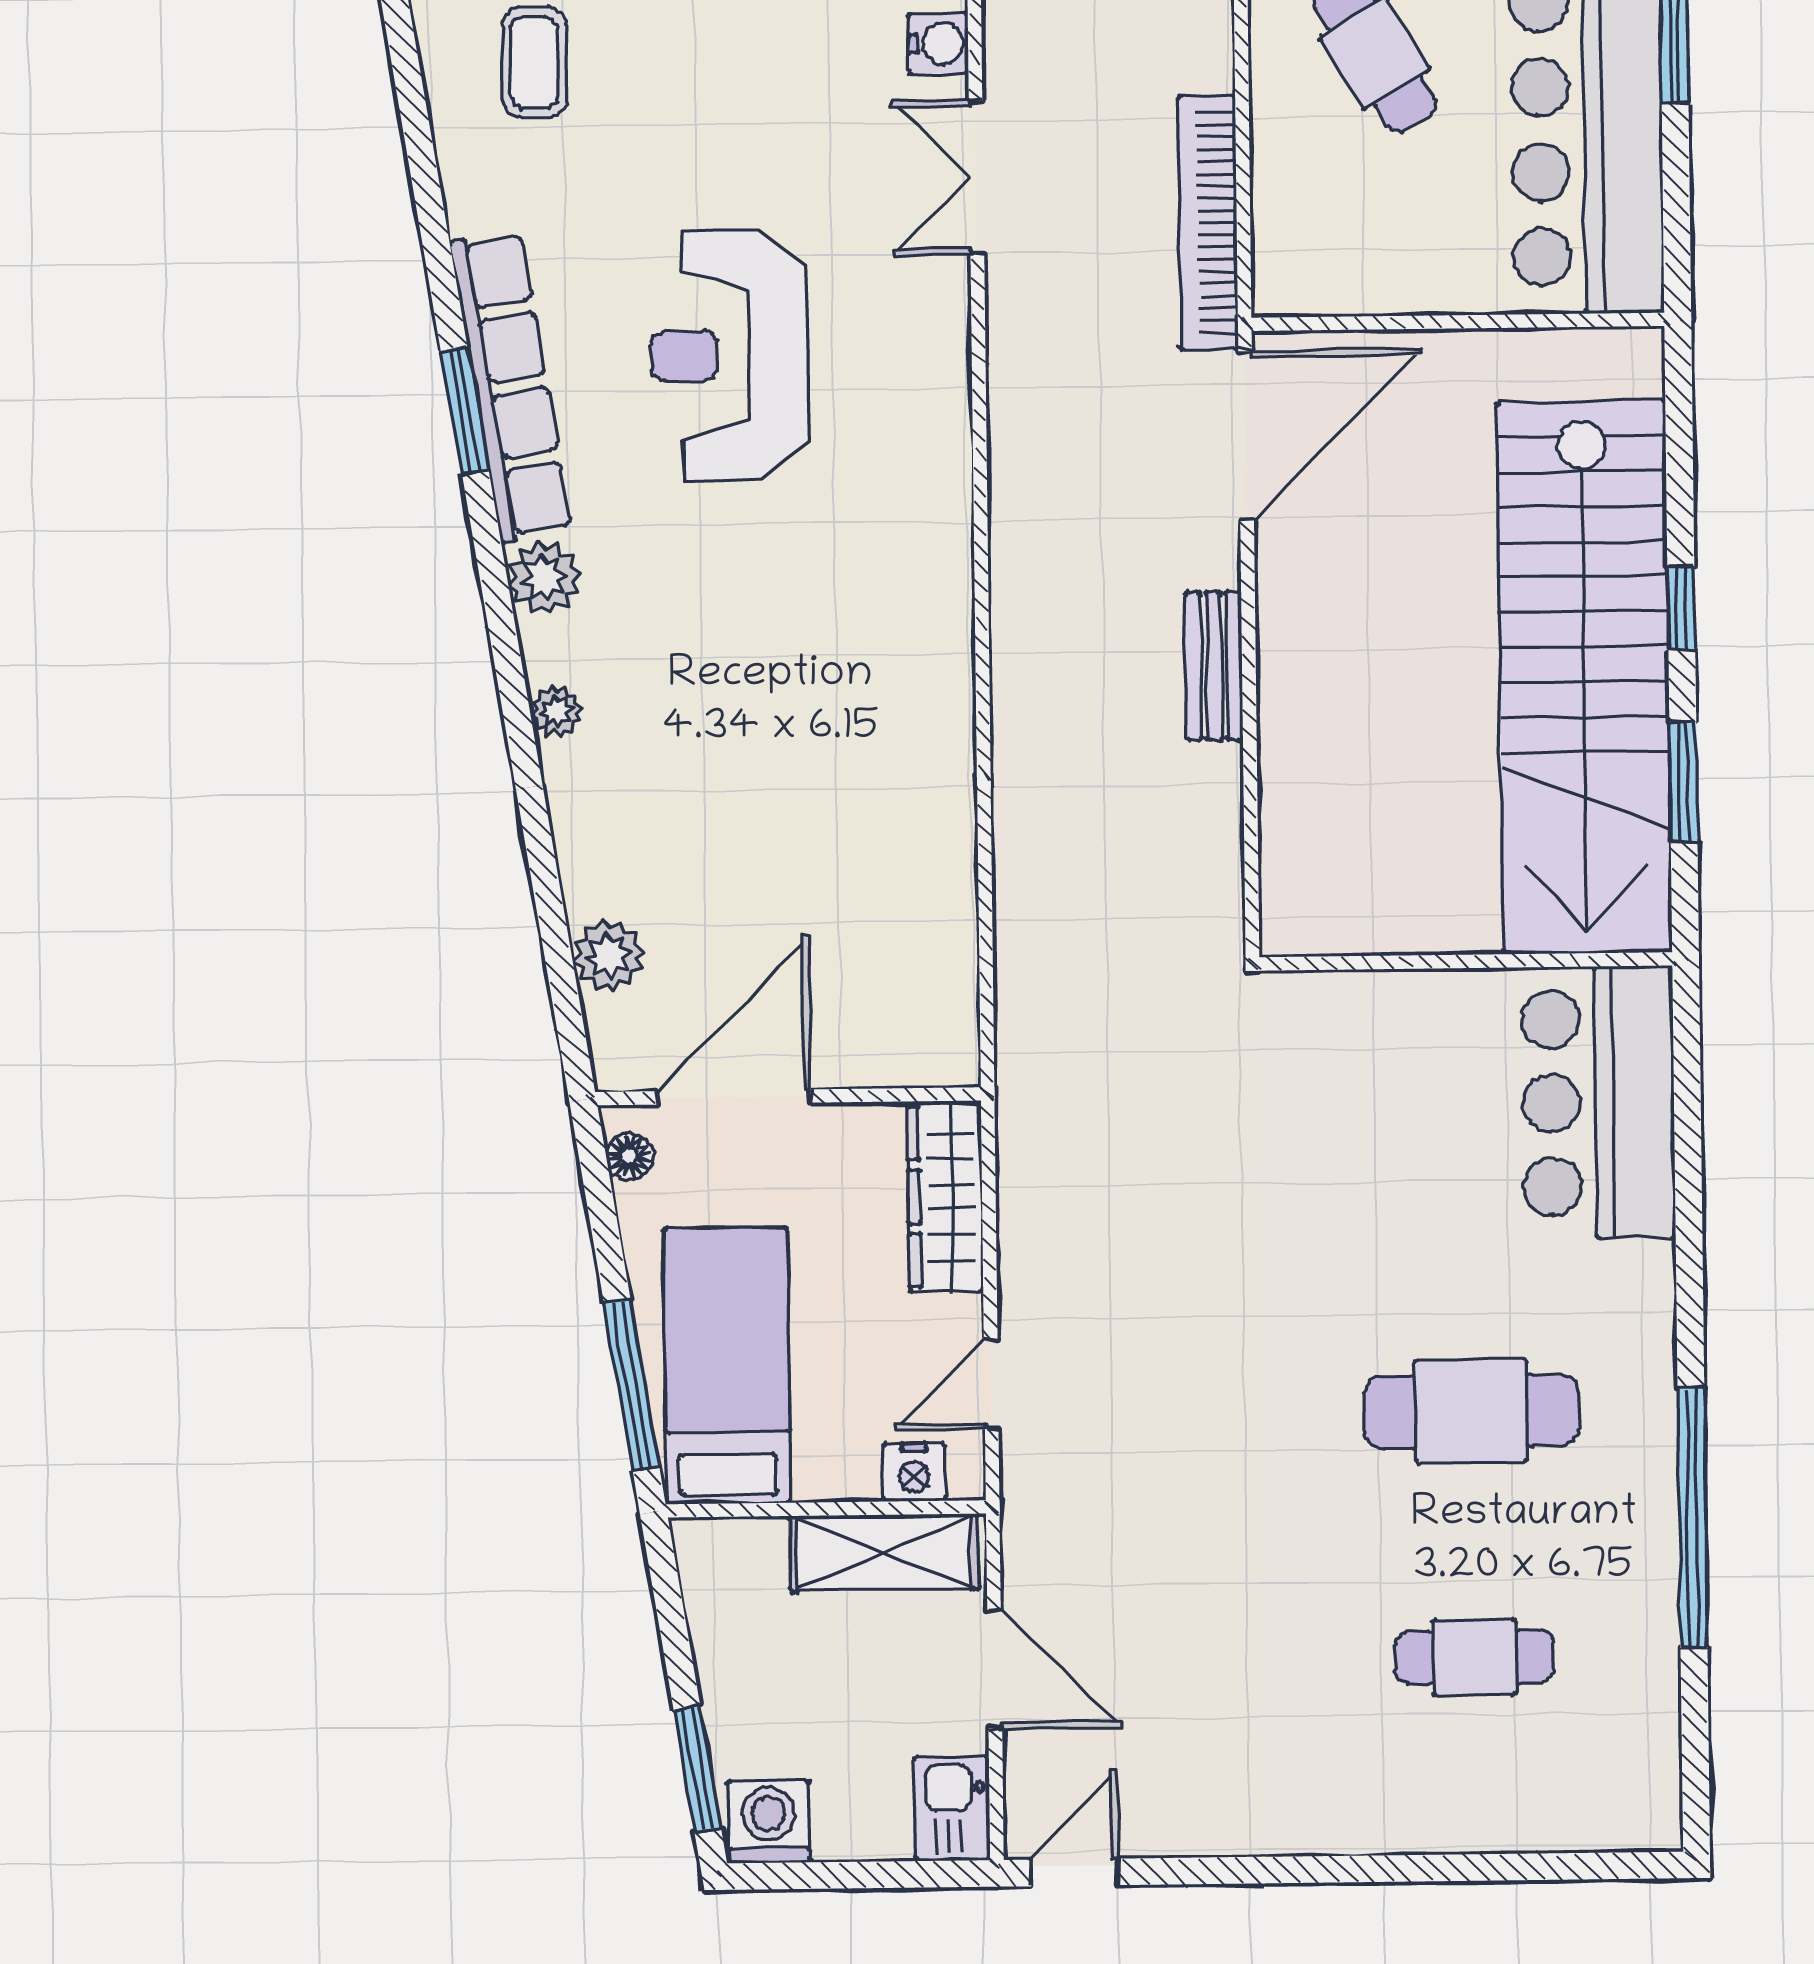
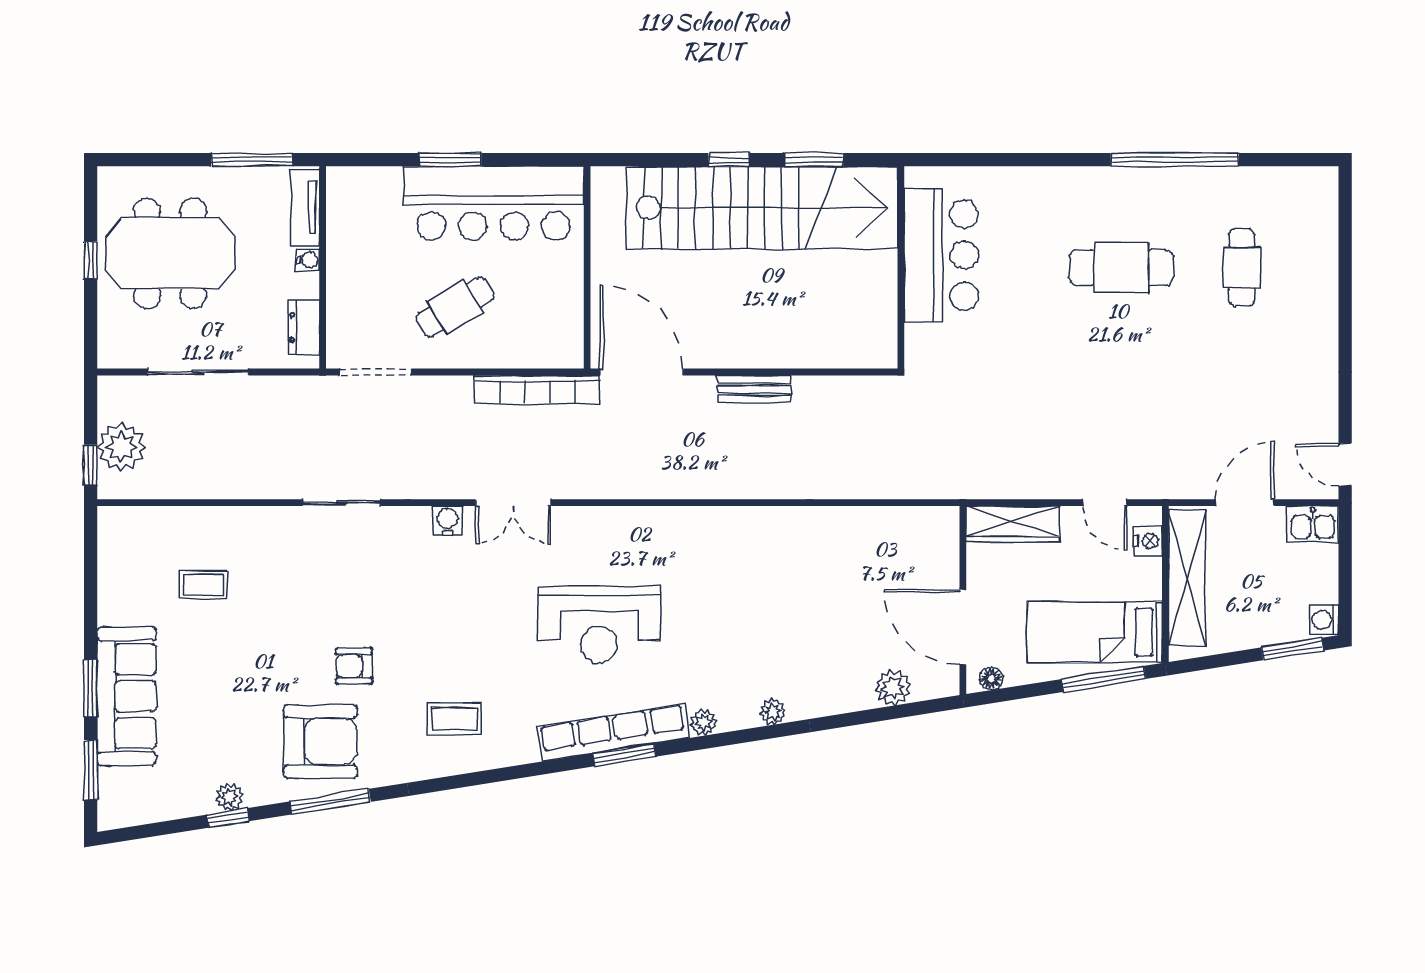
plant: (544, 578) -> (703, 723), width x0.73, depth x0.73
bar counter: (1598, 1103) -> (941, 255), moved, turned -90
cafe table: (1471, 1411) -> (1121, 267), turned 90
shelving: (884, 1553) -> (1187, 578), width x1.47
washing machine: (769, 1822) -> (1324, 620), width x0.73, depth x0.73

